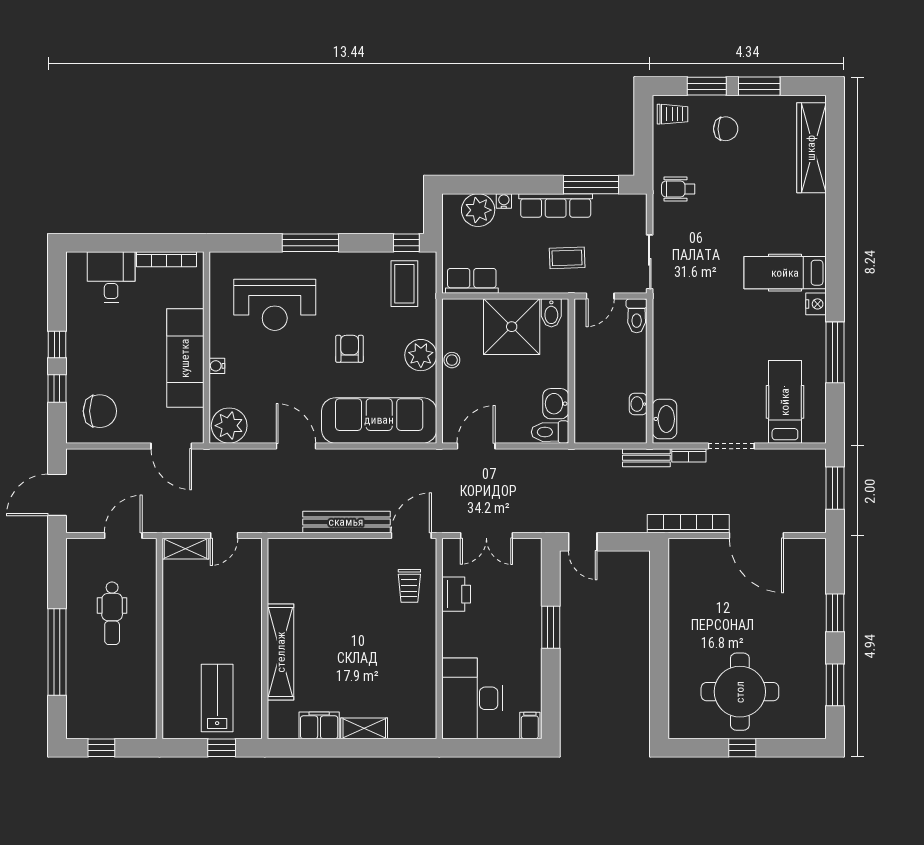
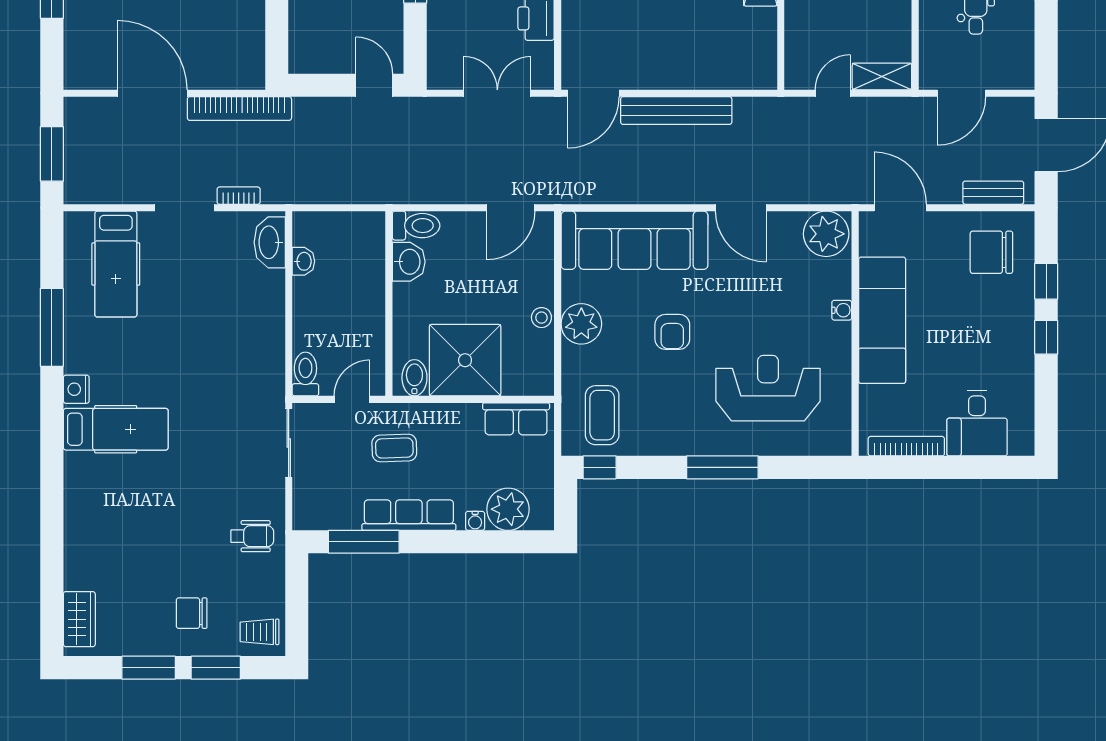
wardrobe: (811, 148) -> (79, 619), width x0.48, depth x0.85
bench: (646, 458) -> (993, 193), moved
trolley: (409, 586) -> (596, 29), removed

